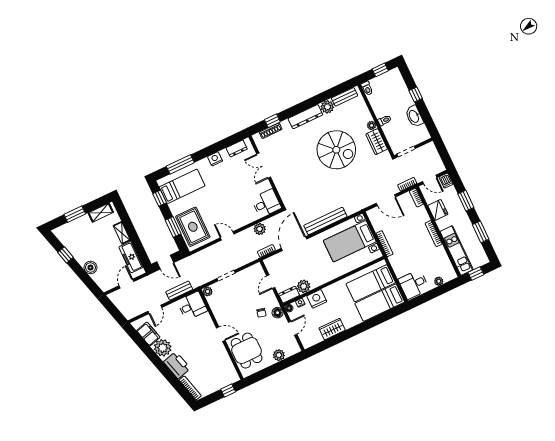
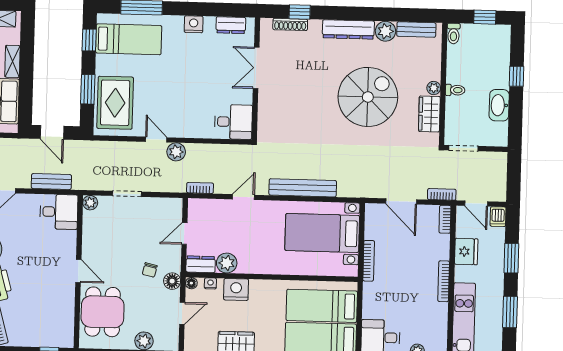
spiral stairs: (336, 150) -> (368, 97), turned -90
plant: (260, 229) -> (176, 152), moved
door: (294, 244) -> (243, 197), width x0.53

